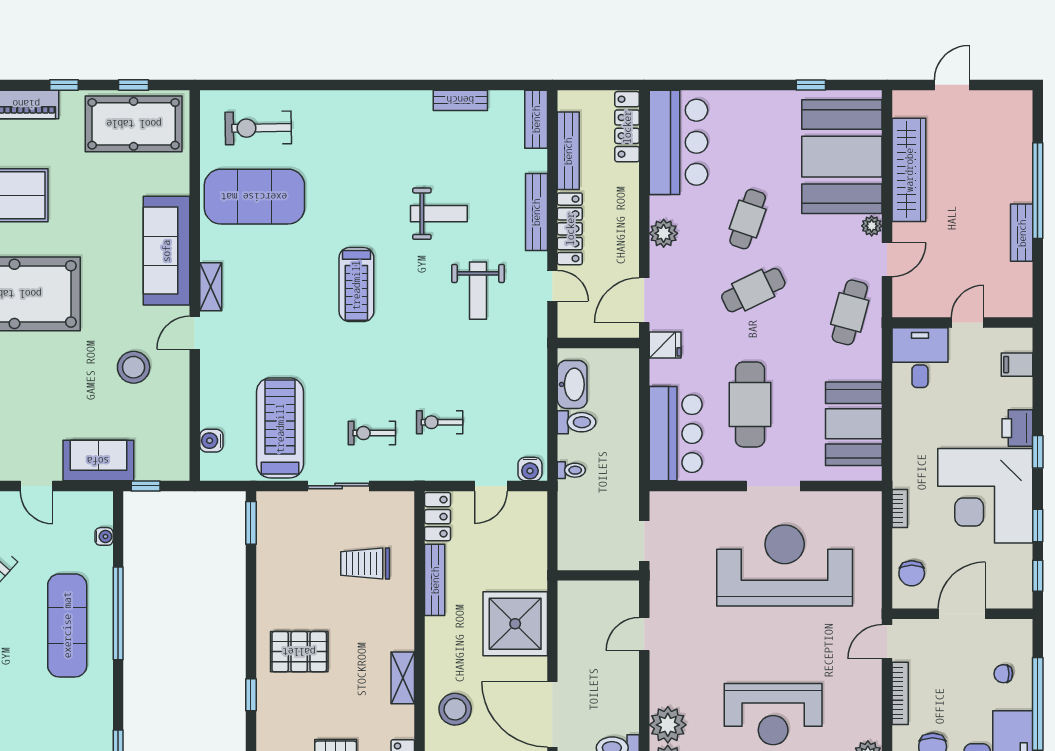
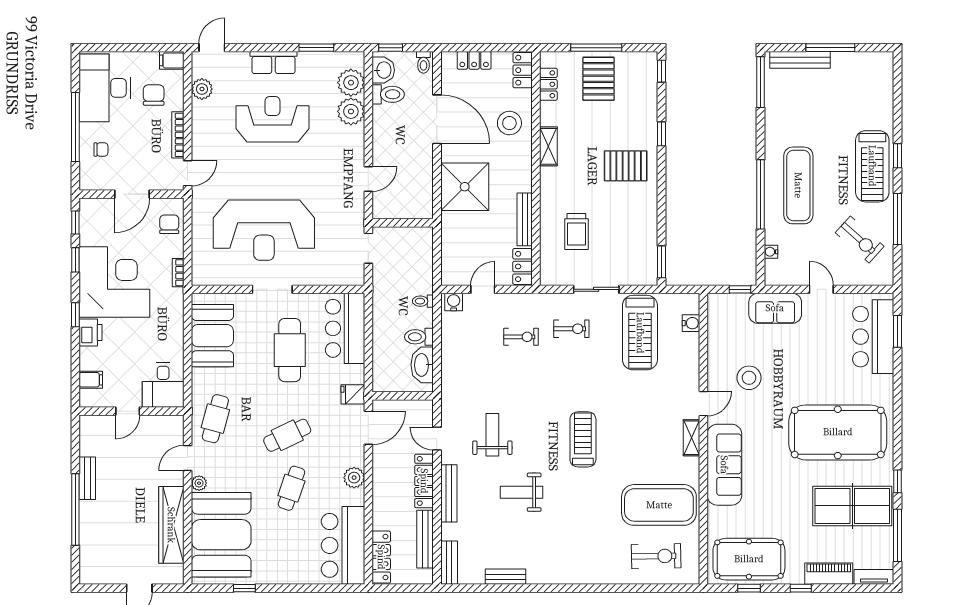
trolley: (365, 564) -> (576, 232), turned 90

